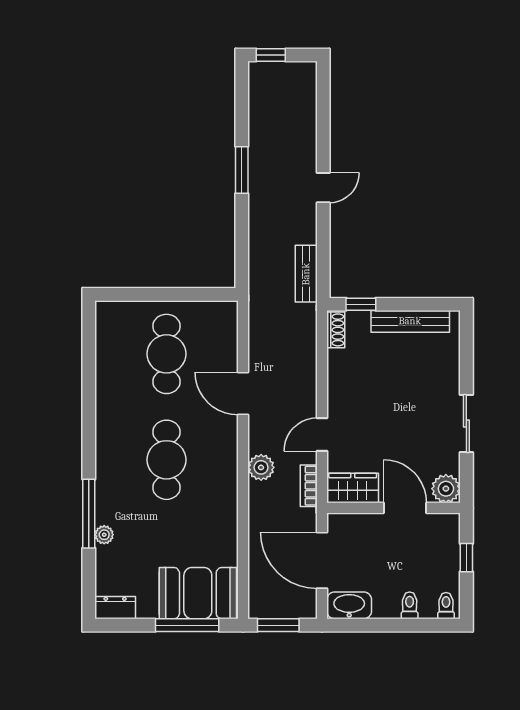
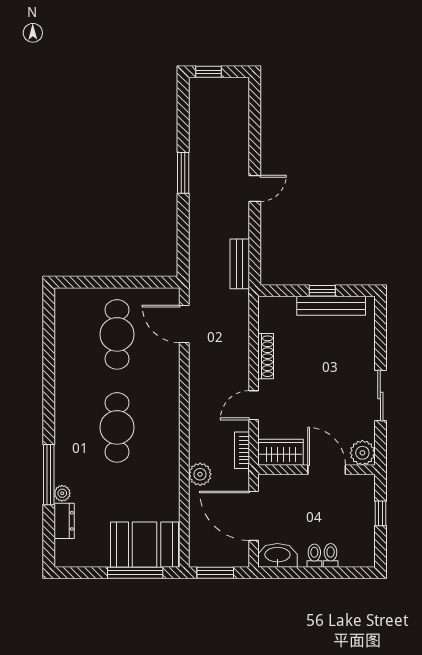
window: (361, 304) -> (322, 291), moved
shoe rack: (336, 330) -> (266, 356), moved, width x1.43
door: (243, 394) -> (184, 324), moved
plant: (261, 467) -> (200, 474), moved
toilet: (446, 606) -> (314, 556), moved
dresser: (115, 608) -> (64, 521), moved, turned 90

